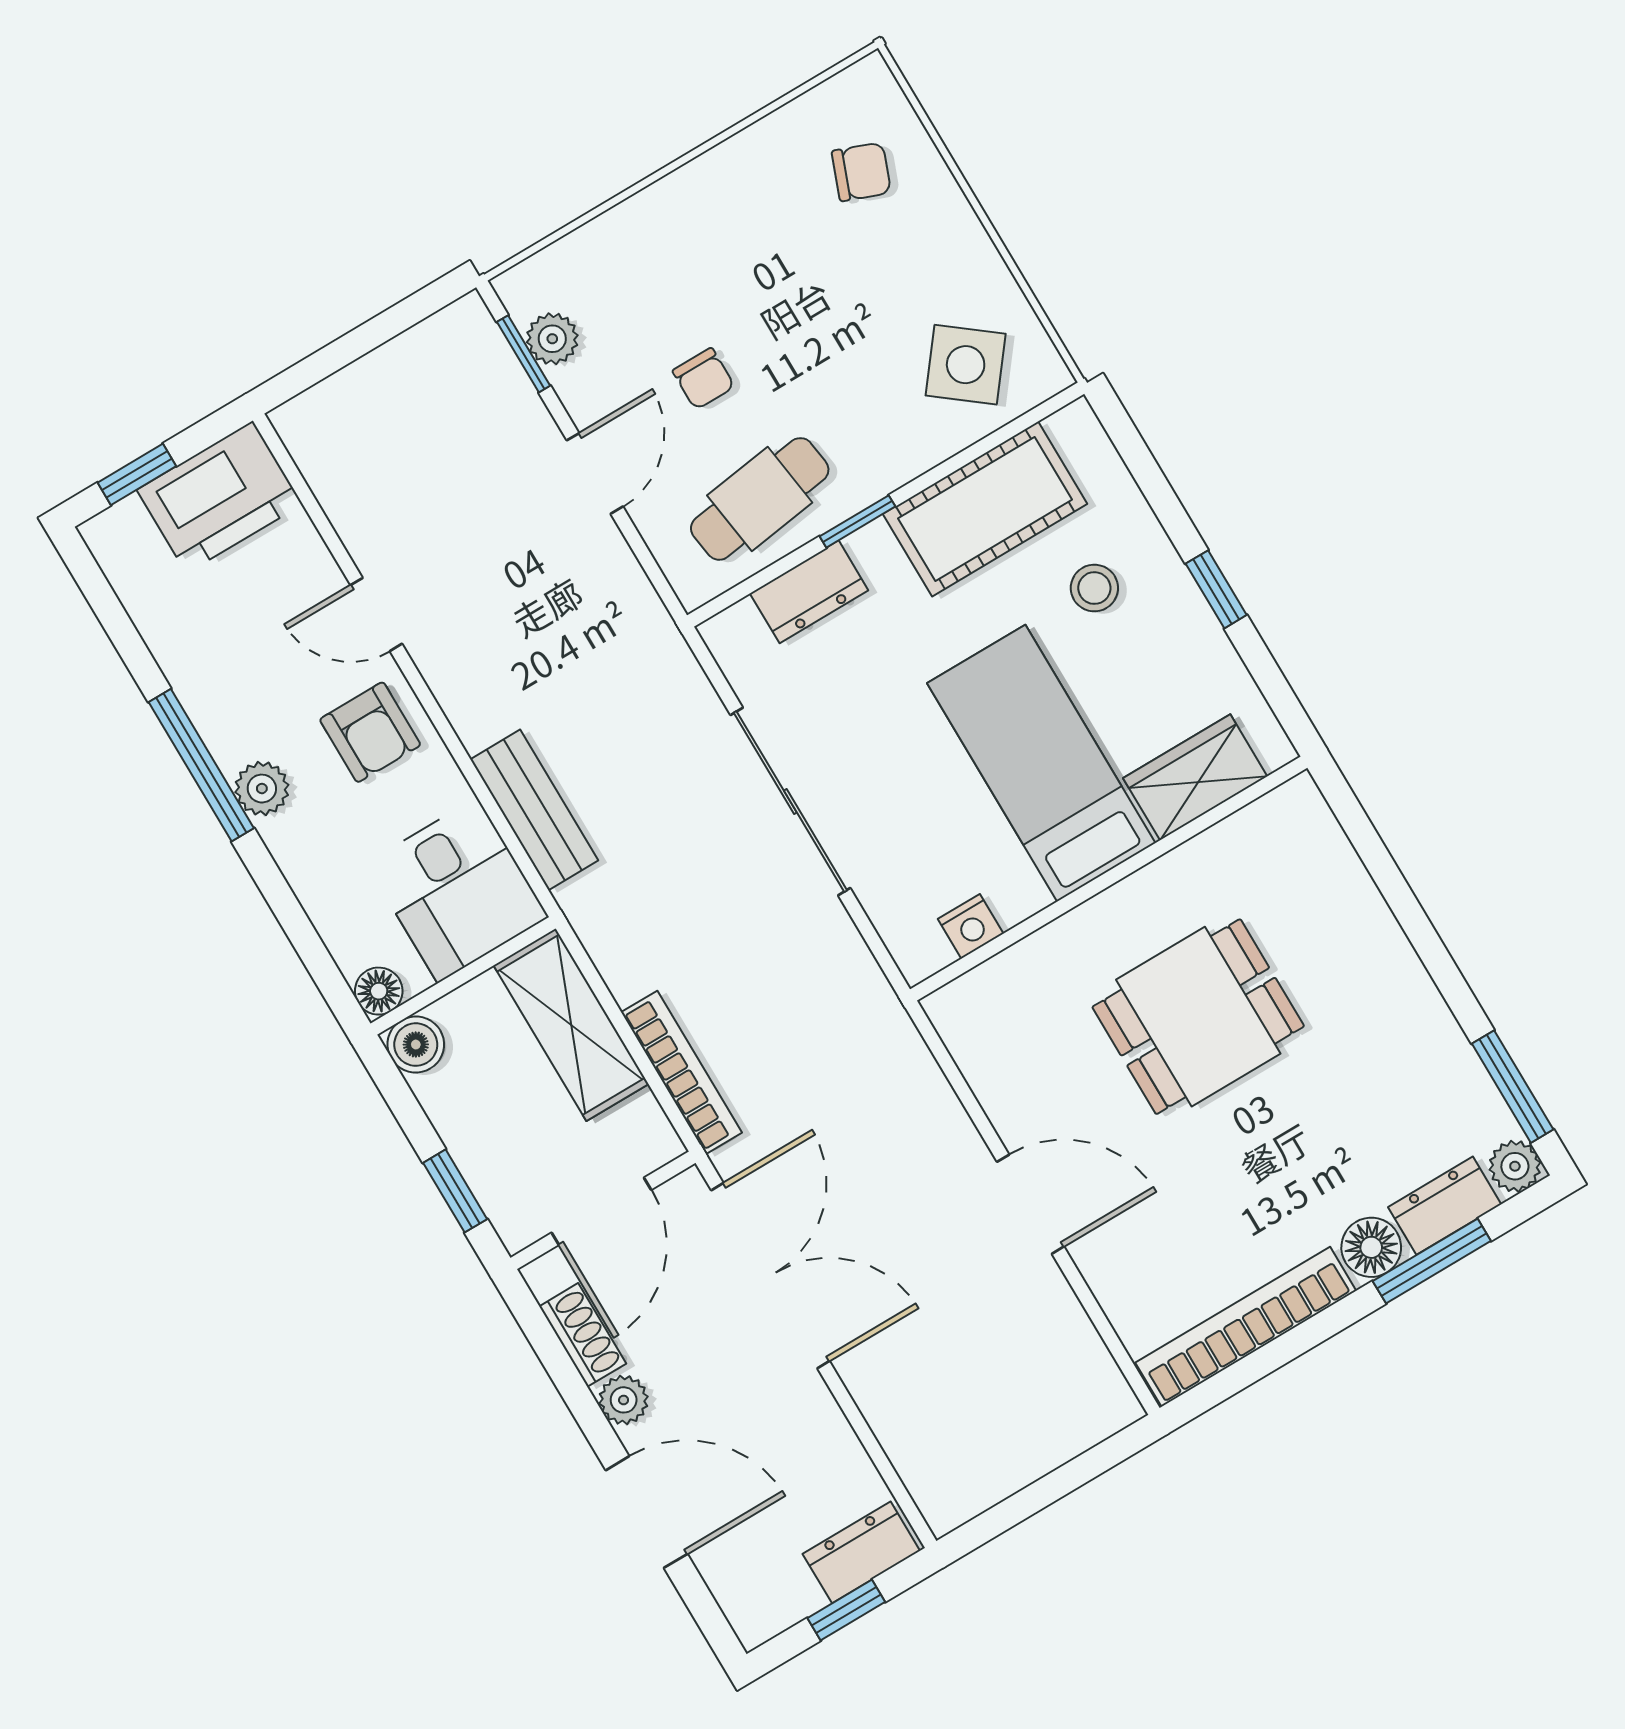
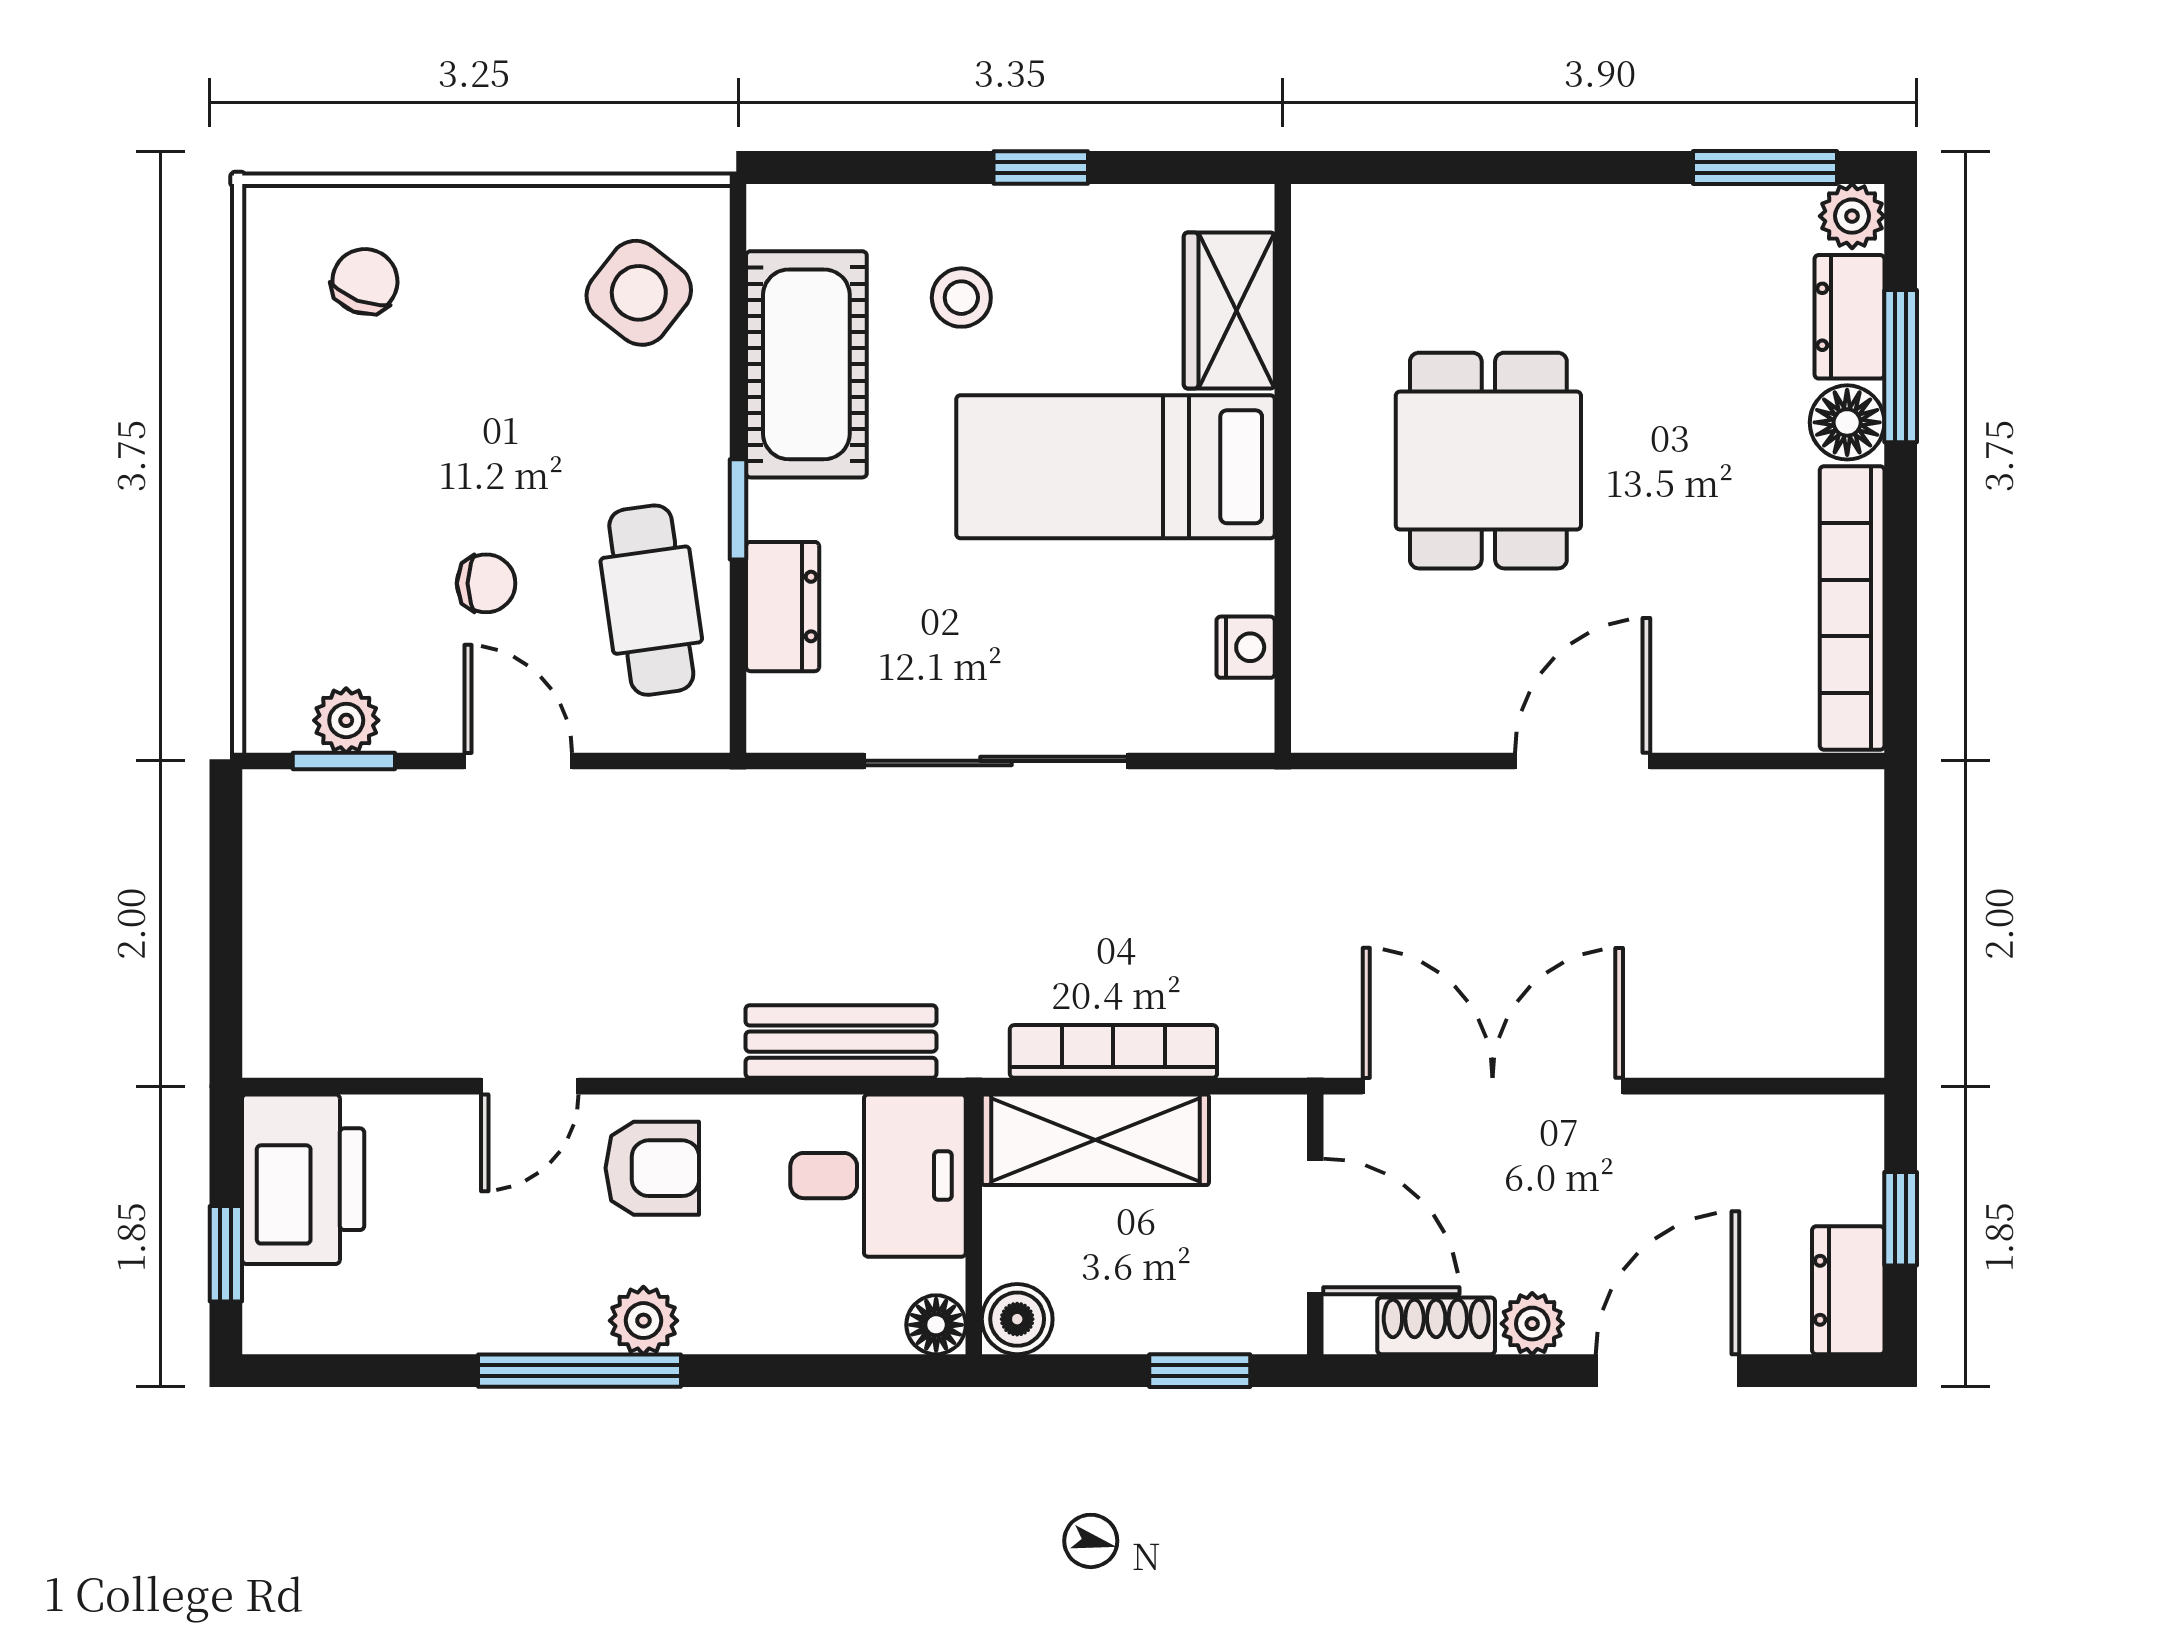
bookcase: (682, 1072) -> (1113, 1051), moved
dresser: (861, 1552) -> (1848, 1290), moved

